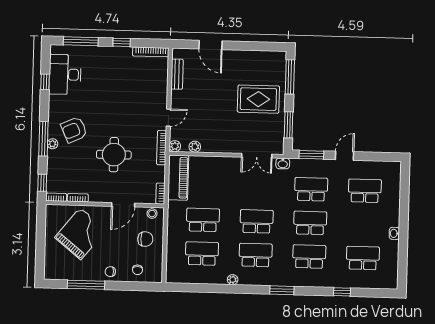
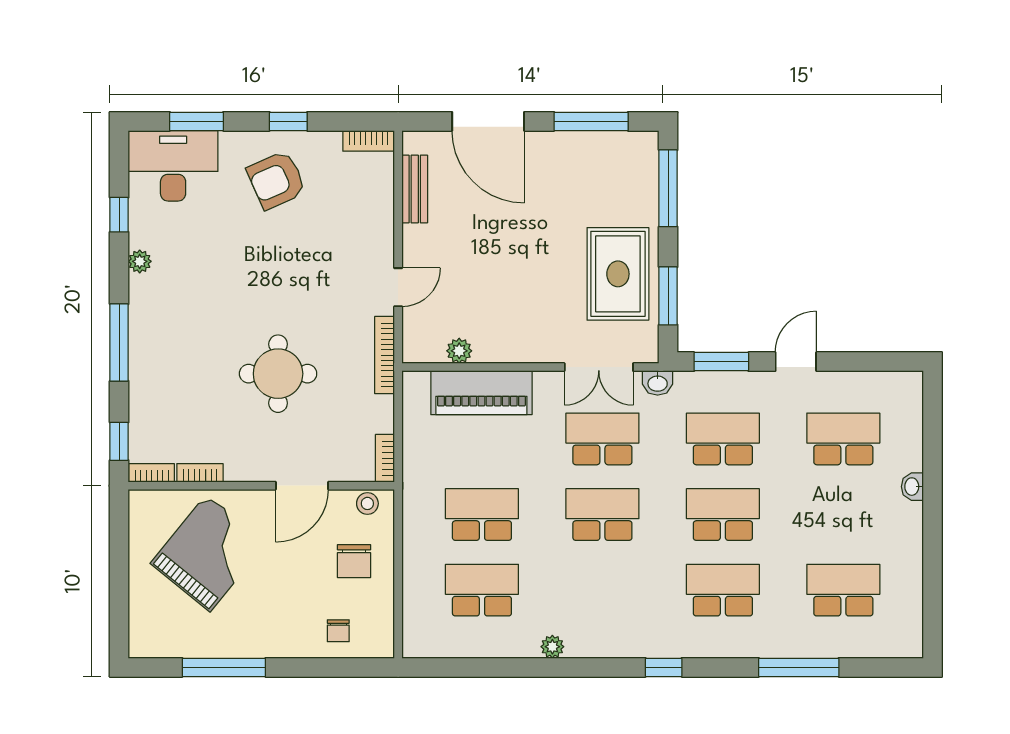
window: (81, 41) -> (196, 121), width x0.69
door: (211, 45) -> (488, 121), width x1.36
window: (256, 46) -> (591, 121), added
bookcase: (151, 52) -> (369, 141), width x0.64
desk: (65, 74) -> (173, 166), moved, turned 90
rug: (258, 99) -> (618, 274), moved, turned 90
armchair: (74, 130) -> (276, 180), moved
plant: (53, 144) -> (140, 261), moved
plant: (175, 146) -> (414, 351), removed
piano: (178, 178) -> (481, 393), moved, turned 90
washbasin: (394, 233) -> (912, 487), moved
chair: (145, 239) -> (354, 561), turned 90
school desk: (256, 255) -> (602, 439), moved
chair: (110, 272) -> (277, 636), removed
window: (282, 290) -> (664, 667), width x0.67
window: (342, 292) -> (799, 667), width x2.17

